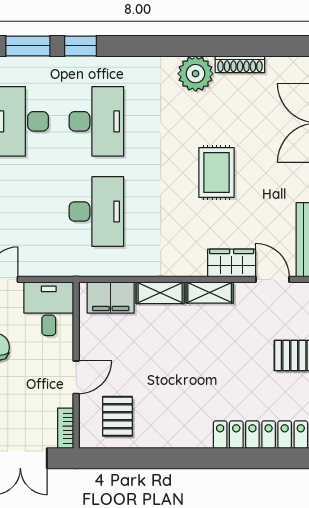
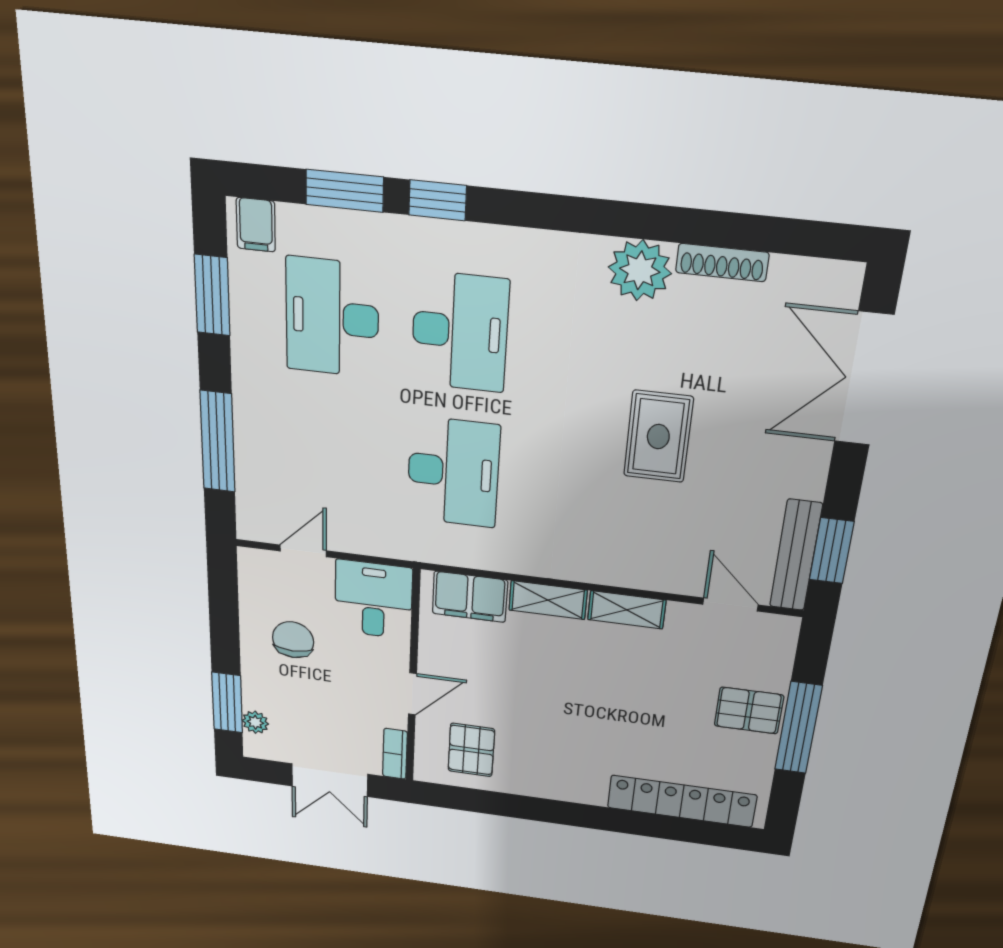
wardrobe: (232, 263) -> (667, 573), removed

